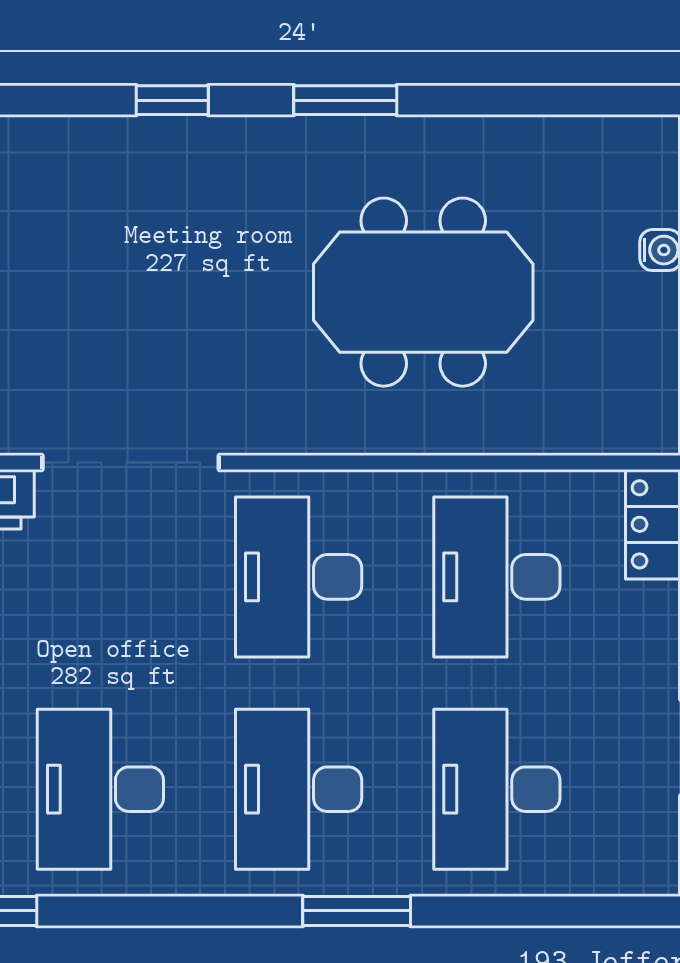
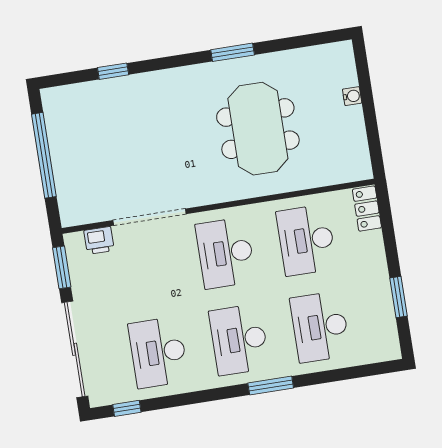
window: (172, 100) -> (113, 71), moved
window: (345, 100) -> (233, 52), moved
meeting table: (423, 292) -> (258, 129), turned 90

